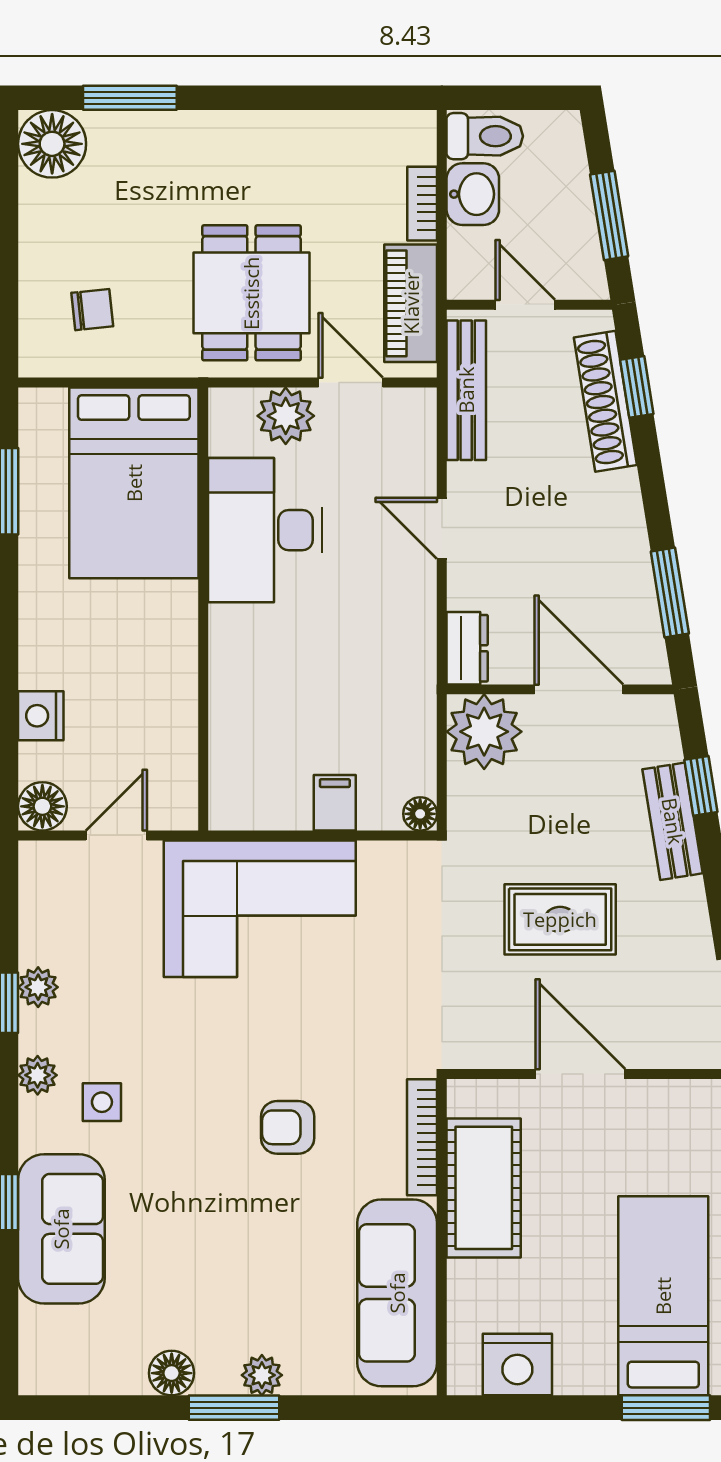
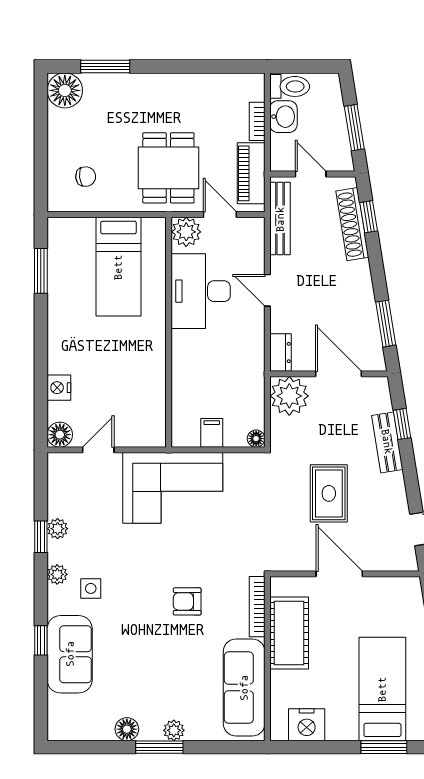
bed: (134, 483) -> (118, 267), width x0.67
desk: (265, 530) -> (201, 291), moved
wall: (203, 609) -> (169, 332), moved
rug: (560, 919) -> (329, 493), turned 90

